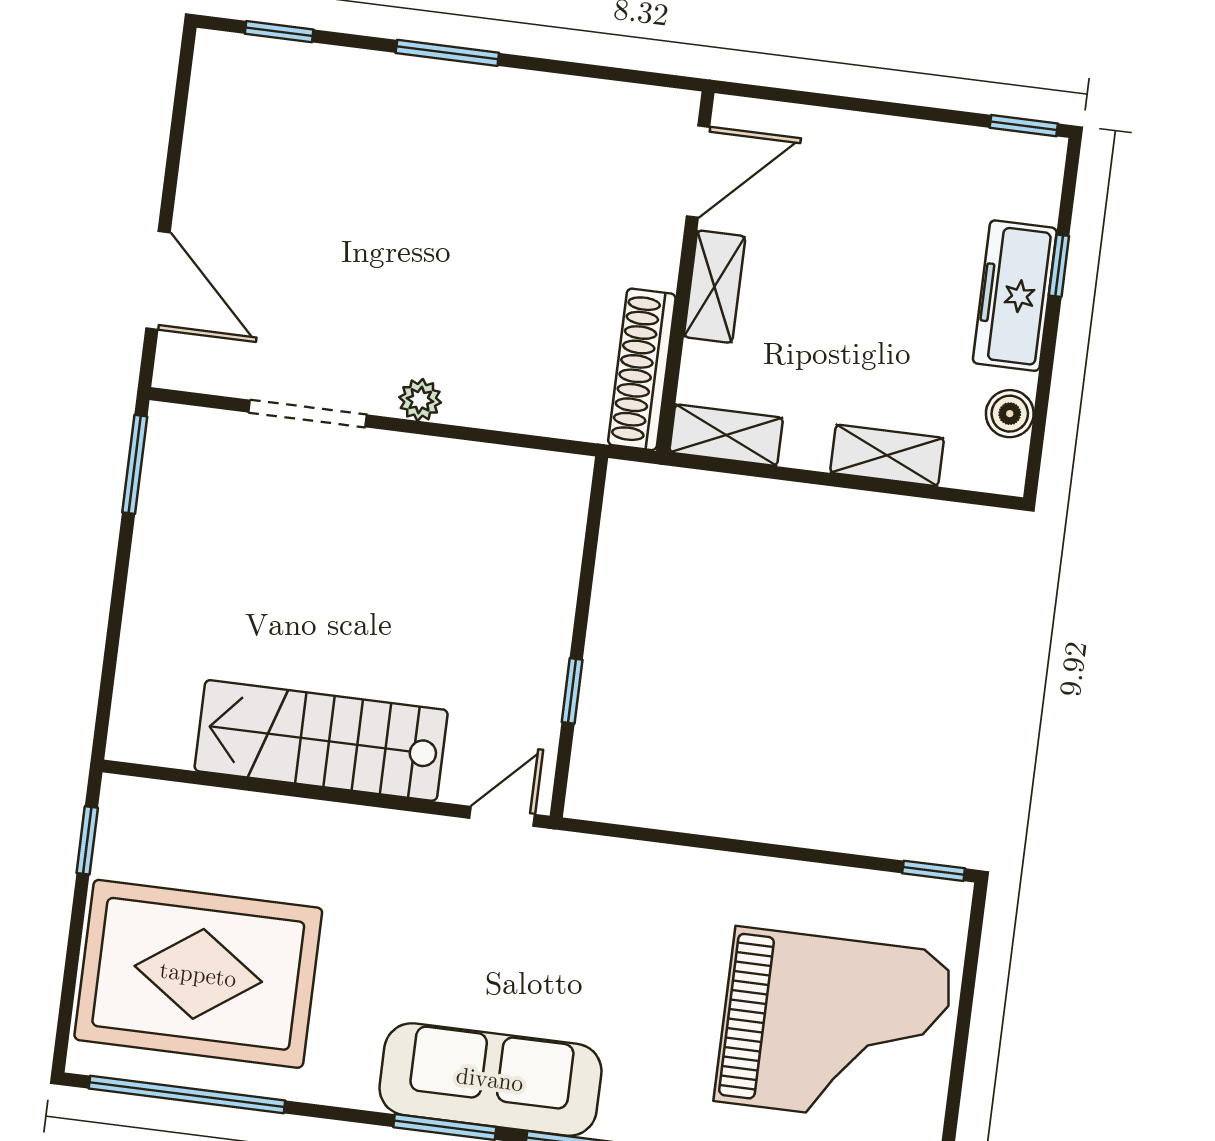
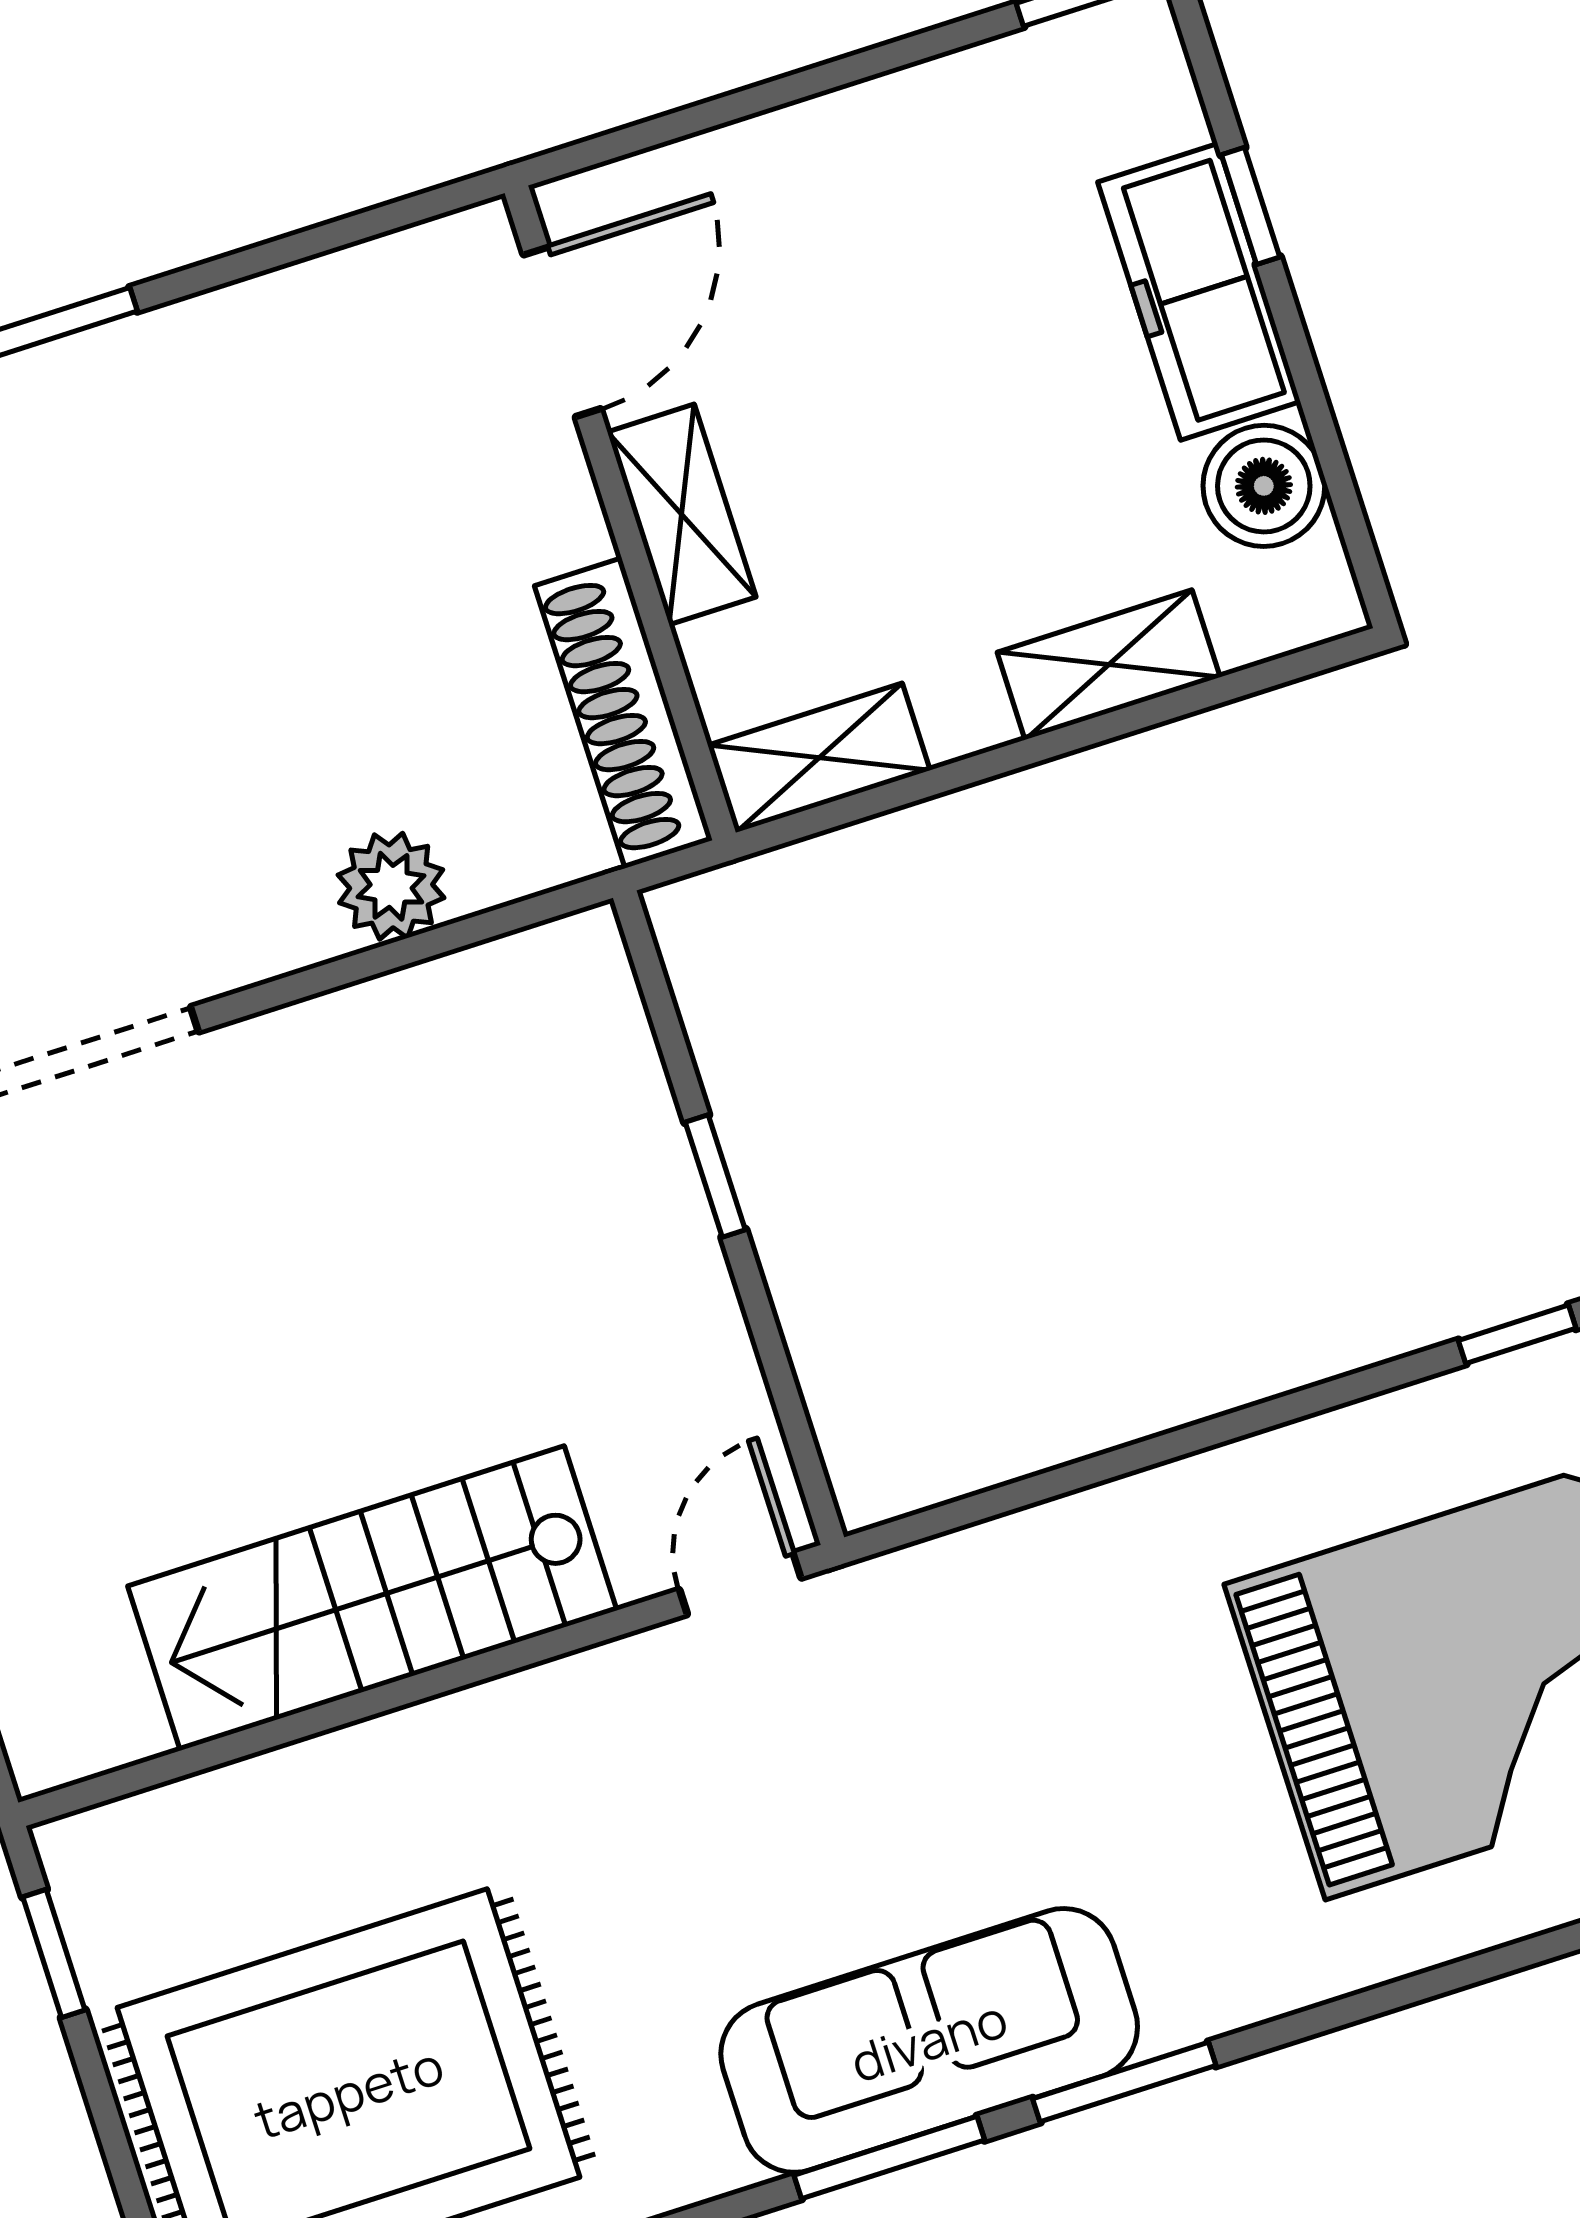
plant: (420, 400) -> (391, 886), moved, width x1.38, depth x1.38
boiler: (1010, 414) -> (1264, 486), width x1.36, depth x1.36
window: (572, 691) -> (715, 1176), moved

